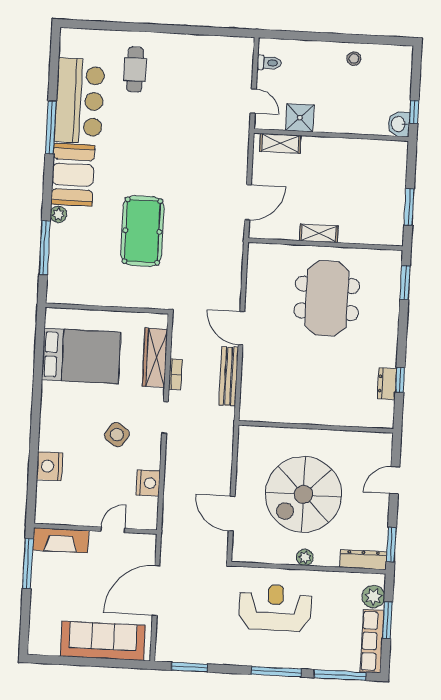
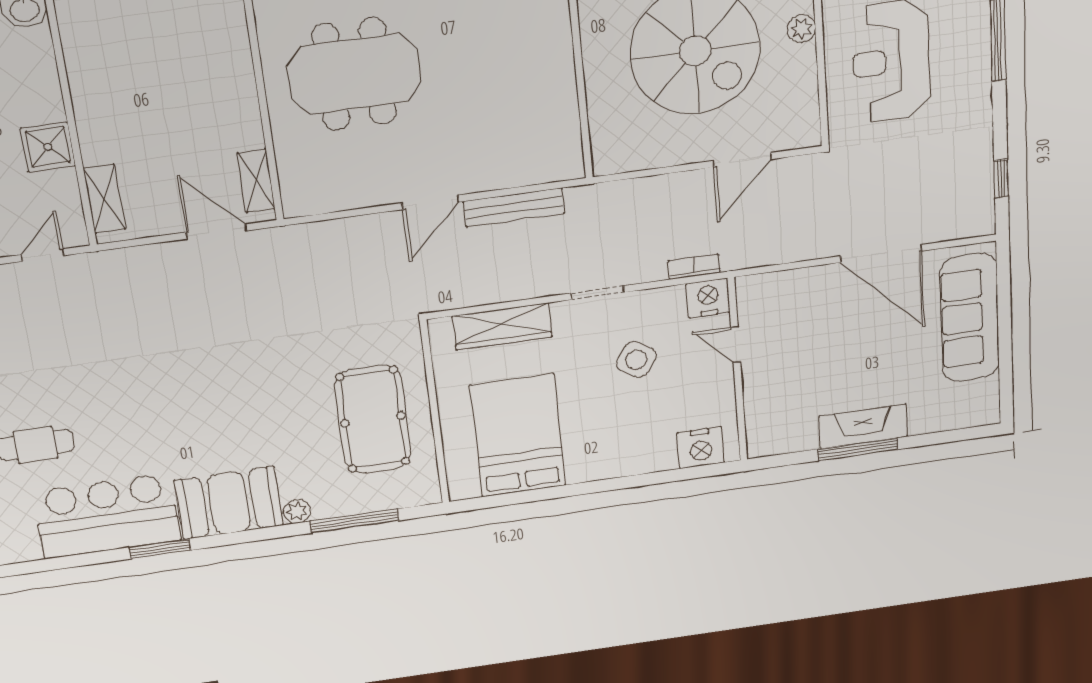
shower: (300, 118) -> (48, 147), moved
window: (51, 127) -> (160, 549), width x0.69
pool table: (142, 231) -> (373, 419), moved, turned 90
shelving: (319, 233) -> (256, 181), moved
bookcase: (175, 374) -> (694, 267), moved
wall: (95, 529) -> (737, 370), moved
door: (113, 530) -> (736, 344), moved
fireplace: (61, 540) -> (863, 426), moved, turned -90
window: (189, 667) -> (1001, 179), width x0.67

